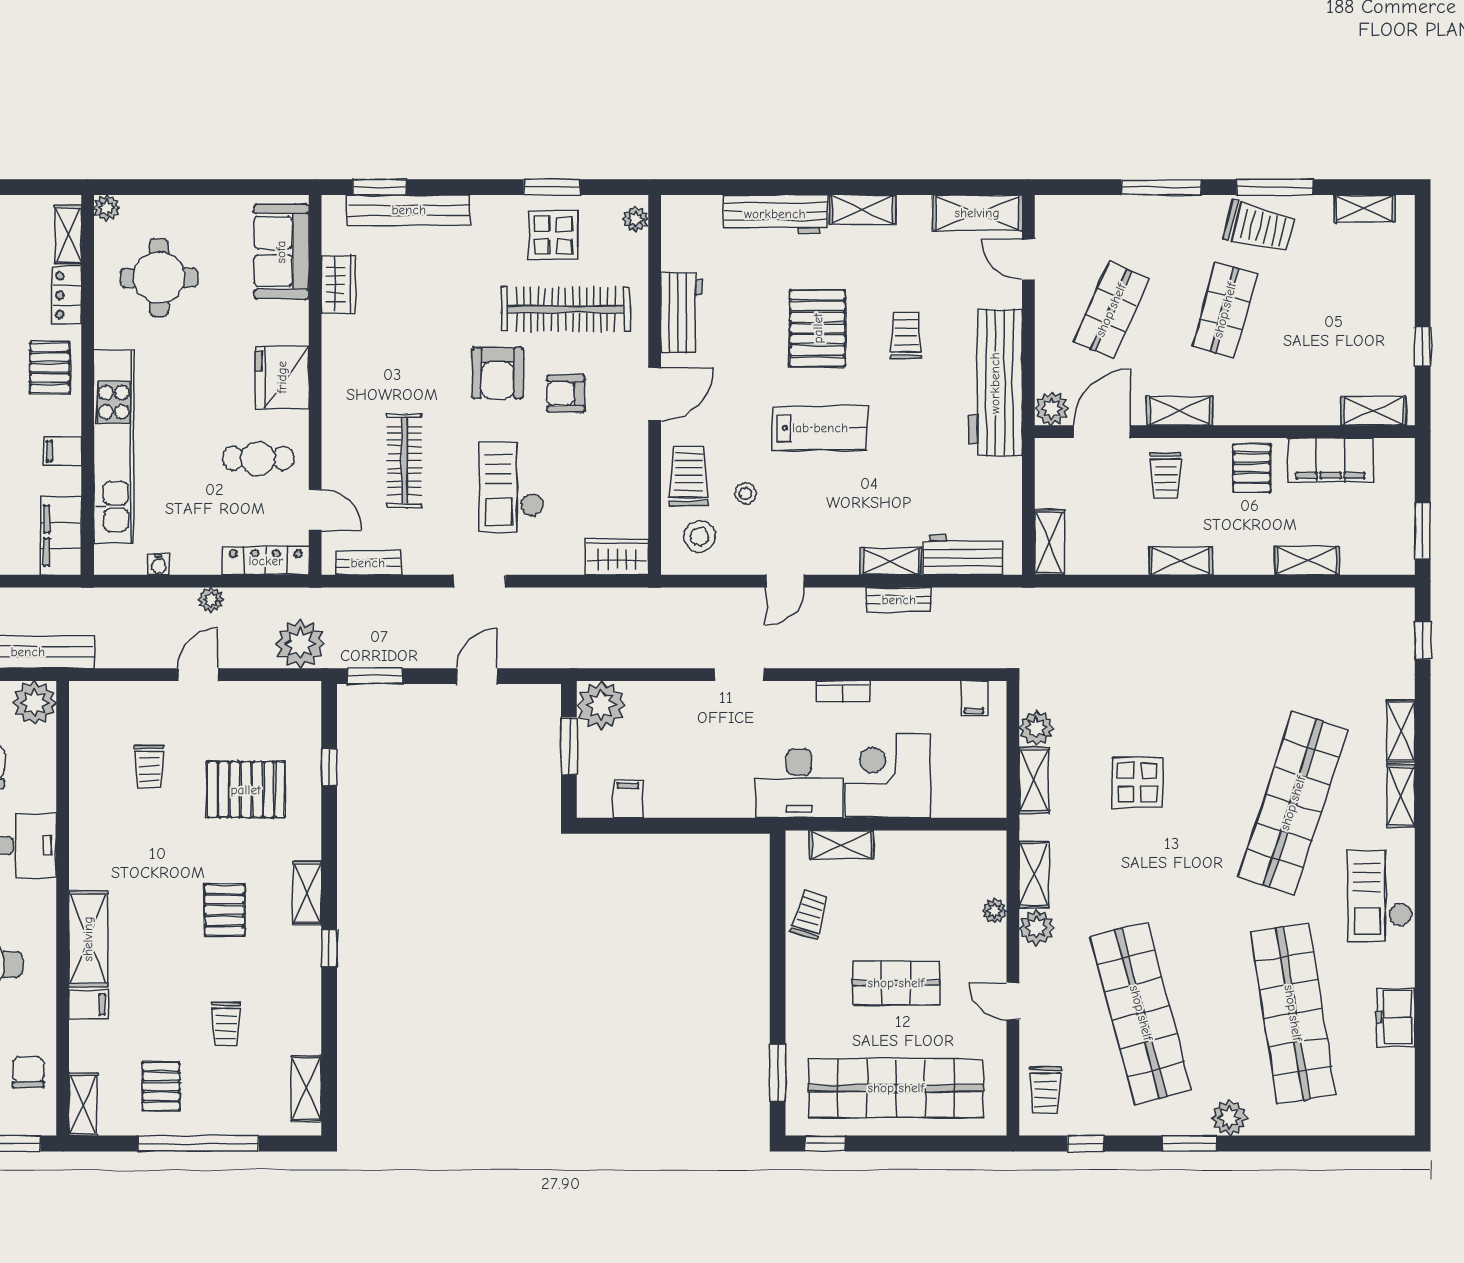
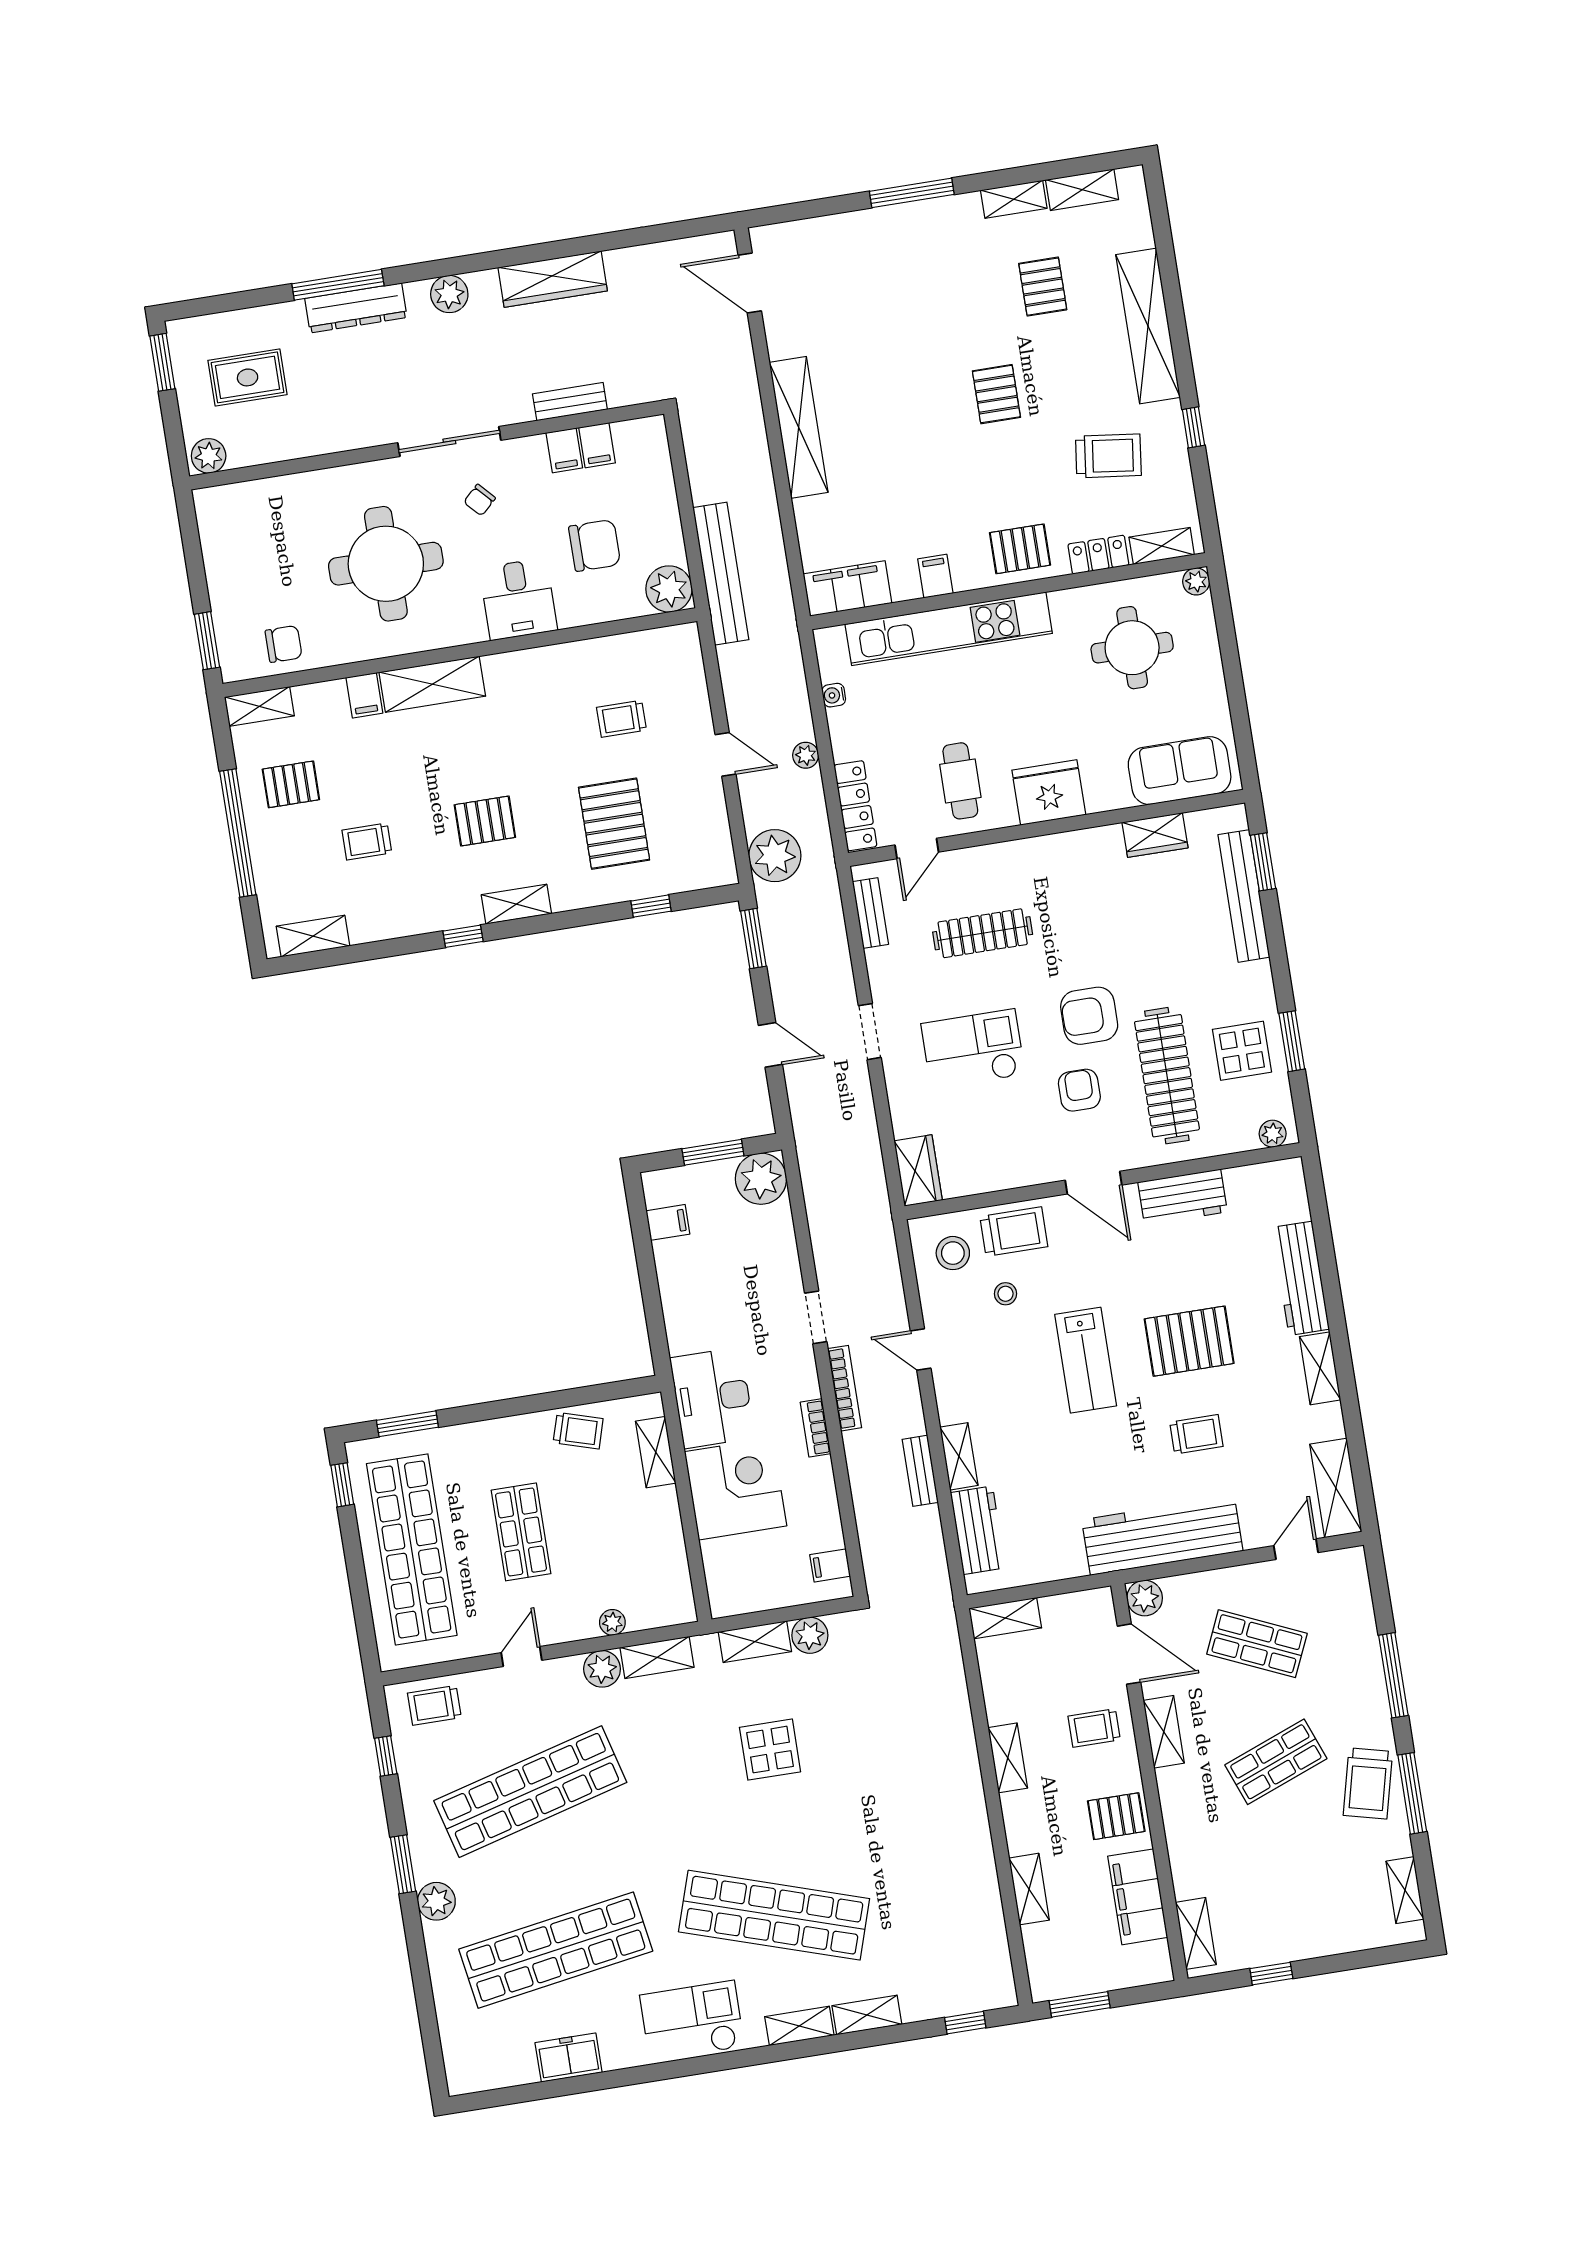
shop shelf: (1225, 310) -> (1276, 1762), turned -36
bookcase: (810, 658) -> (845, 1388), added

